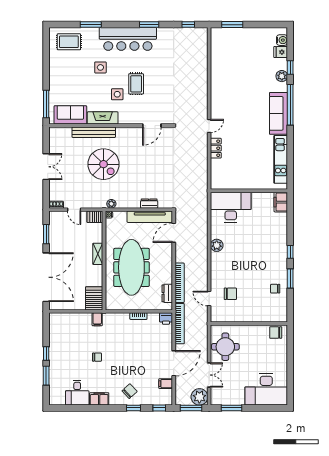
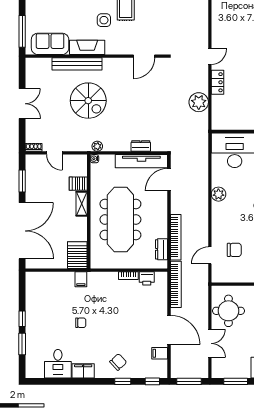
server rack: (95, 217) -> (78, 184), moved
door: (209, 299) -> (210, 255), hinge flipped
printer: (166, 319) -> (147, 278), moved
door: (174, 363) -> (169, 330), hinge flipped
plant: (199, 397) -> (199, 102), moved

